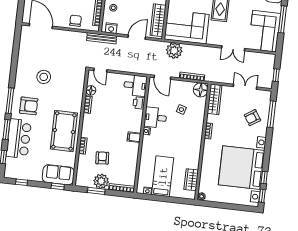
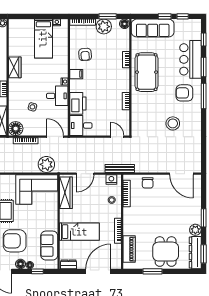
floor lamp: (91, 90) -> (125, 24), moved
printer: (139, 103) -> (78, 103), width x1.87, depth x1.48
armchair: (102, 158) -> (85, 54), moved
sofa: (58, 175) -> (153, 28), width x1.36
wardrobe: (191, 180) -> (15, 67), moved
window: (58, 186) -> (165, 16), moved

